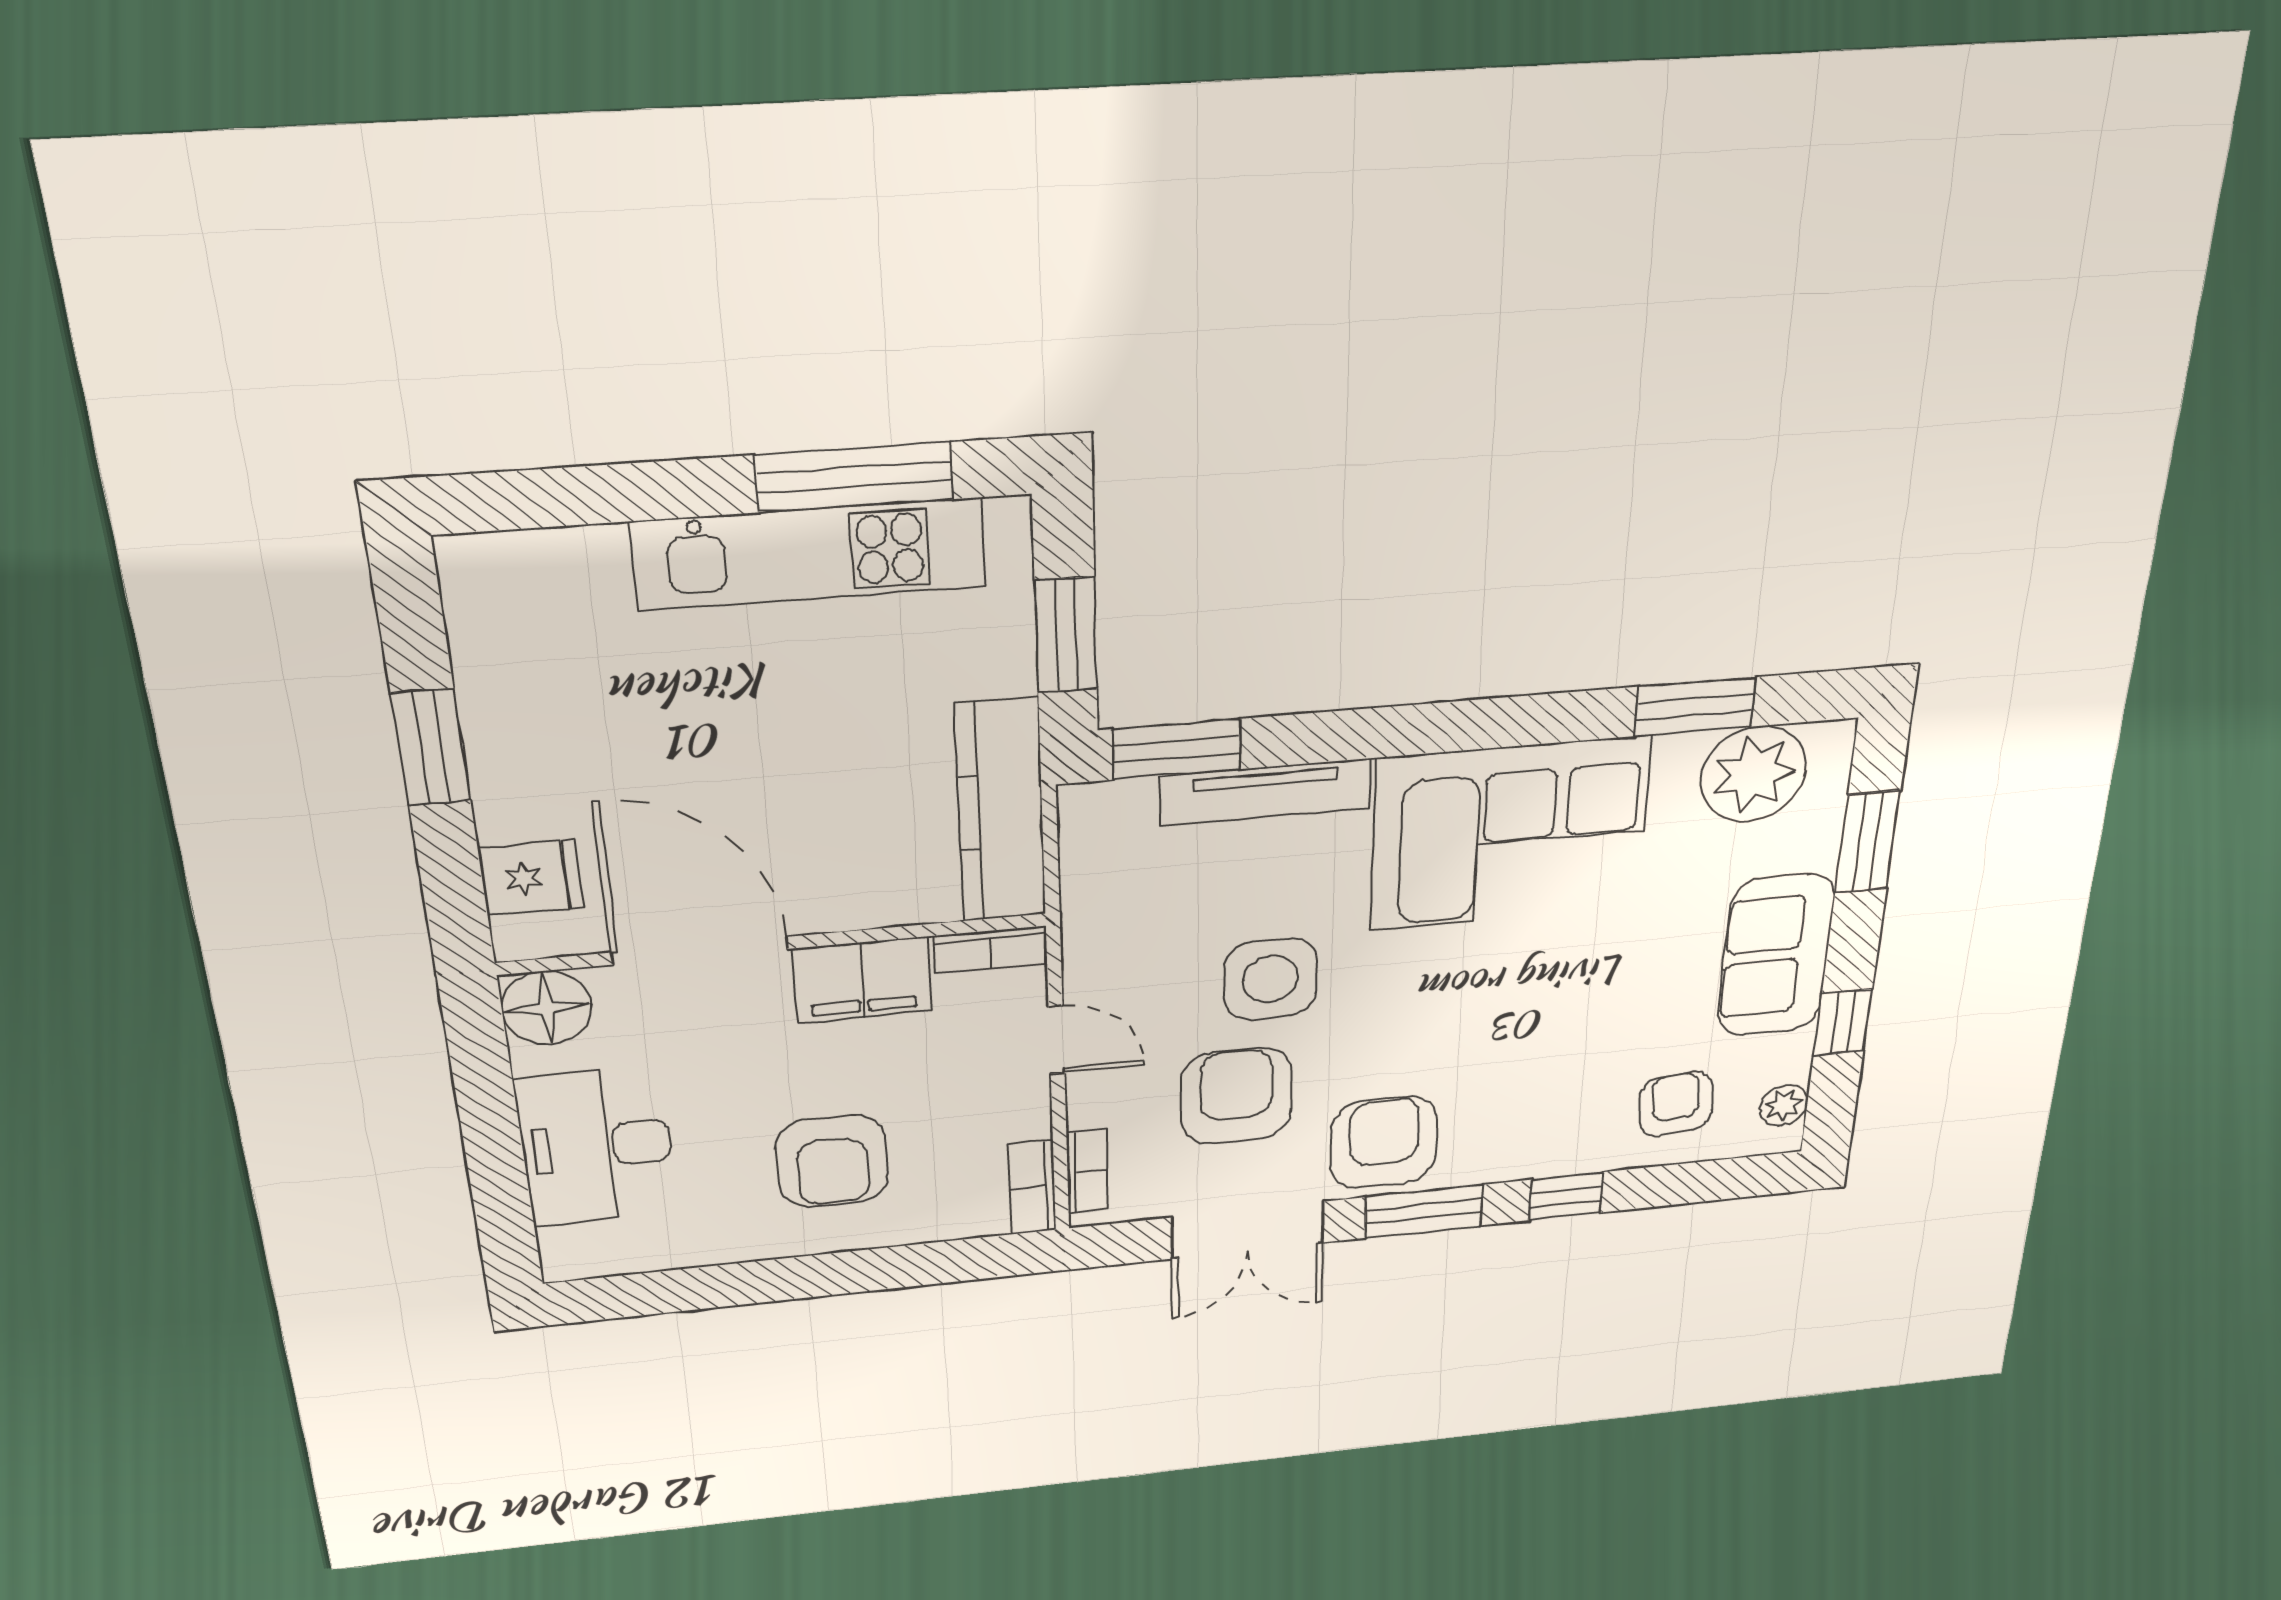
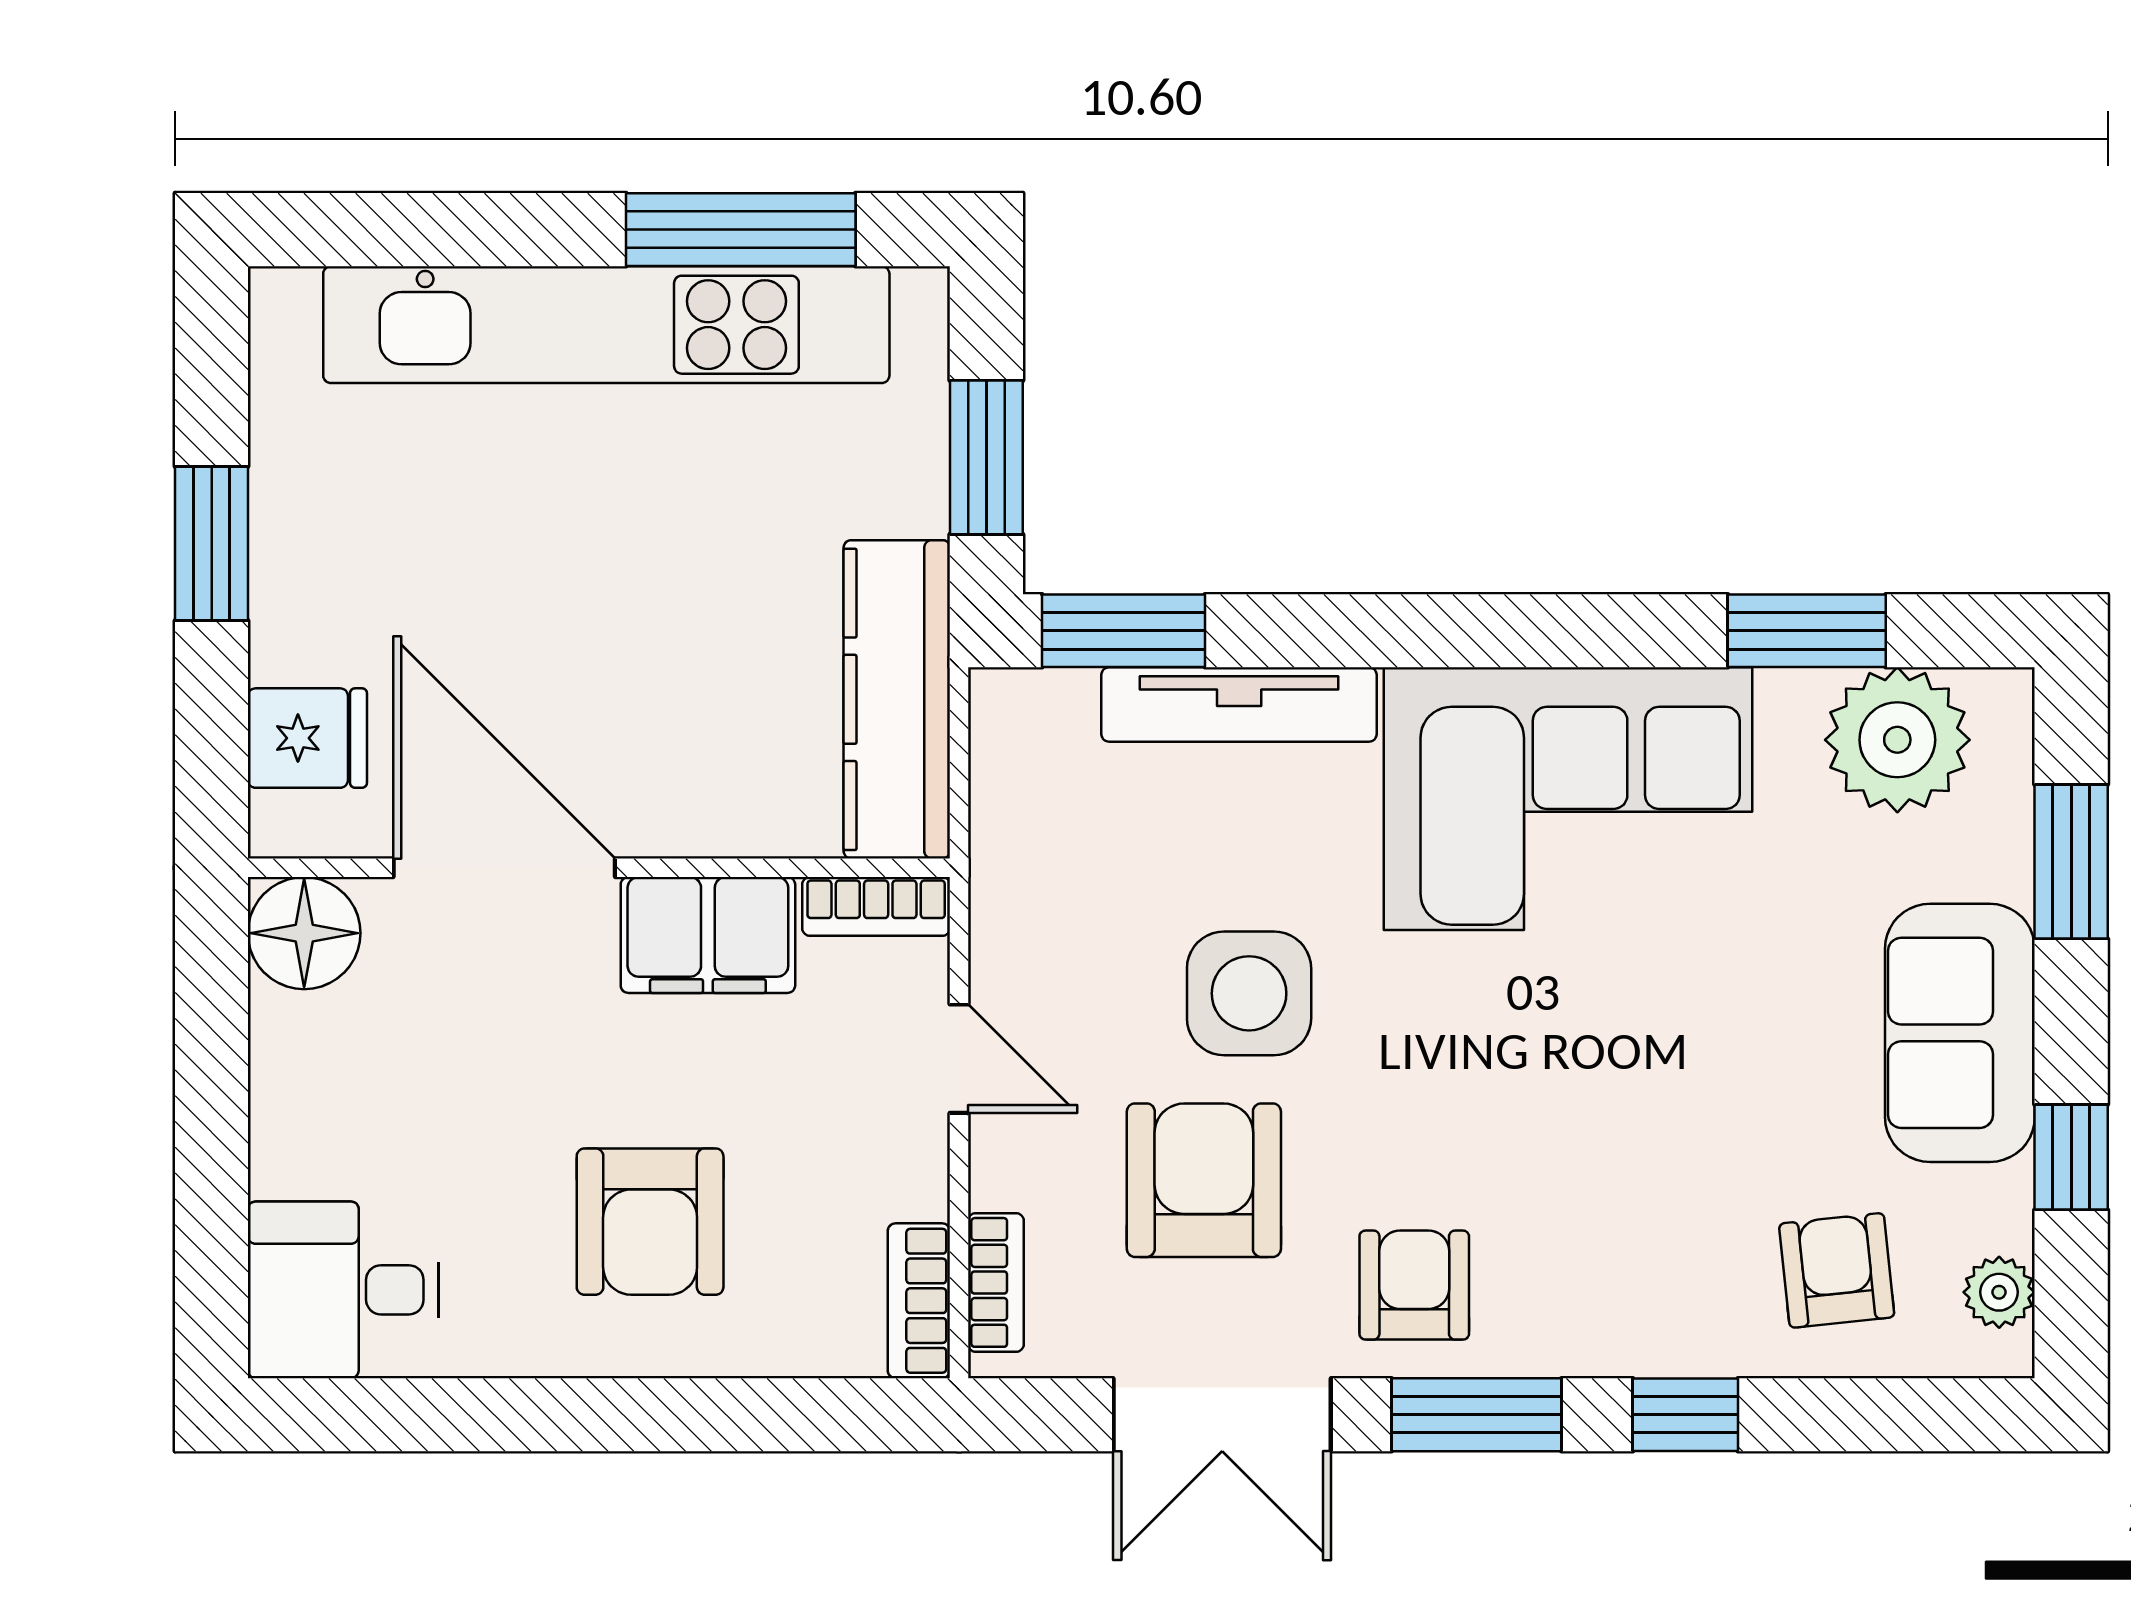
kitchen unit: (810, 554) -> (606, 325), width x1.36
armchair: (1384, 1142) -> (1414, 1285), width x0.72, depth x0.72
desk: (596, 1146) -> (343, 1290), moved, width x0.73

